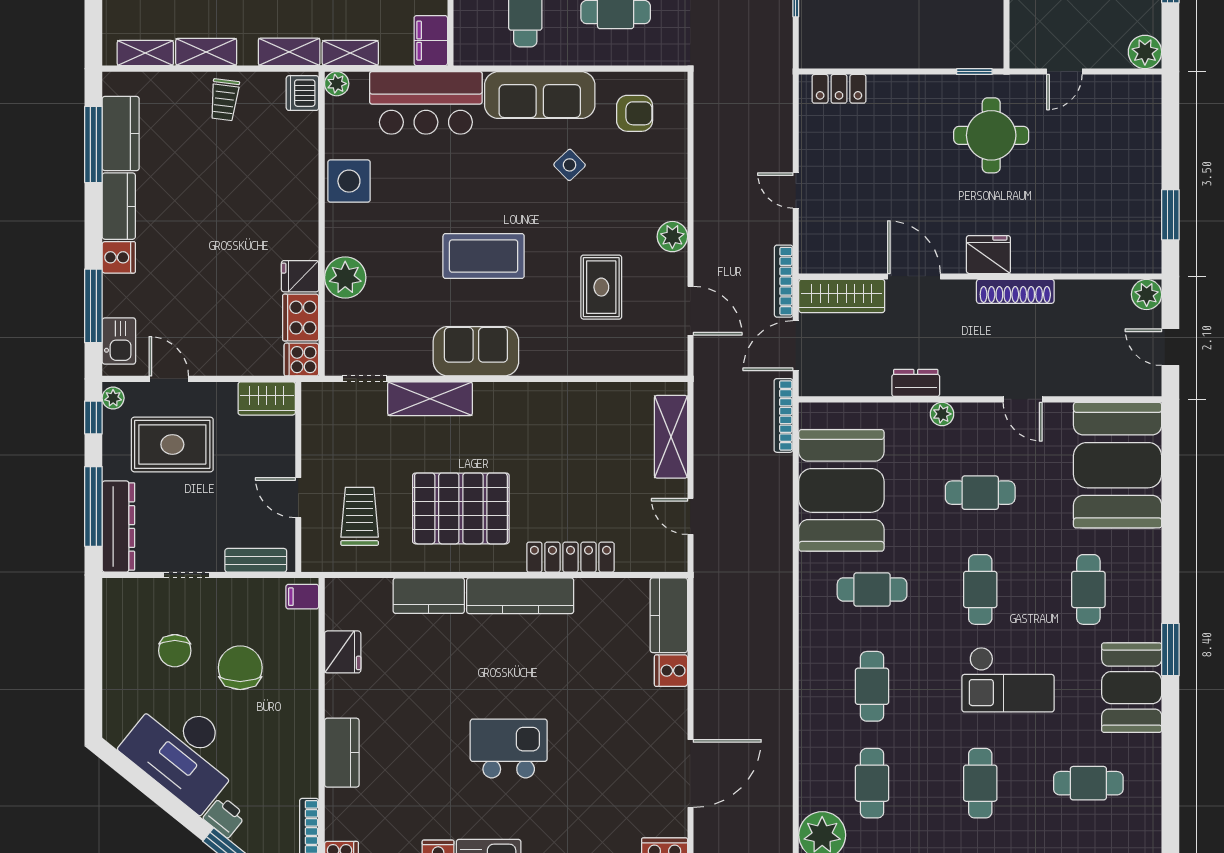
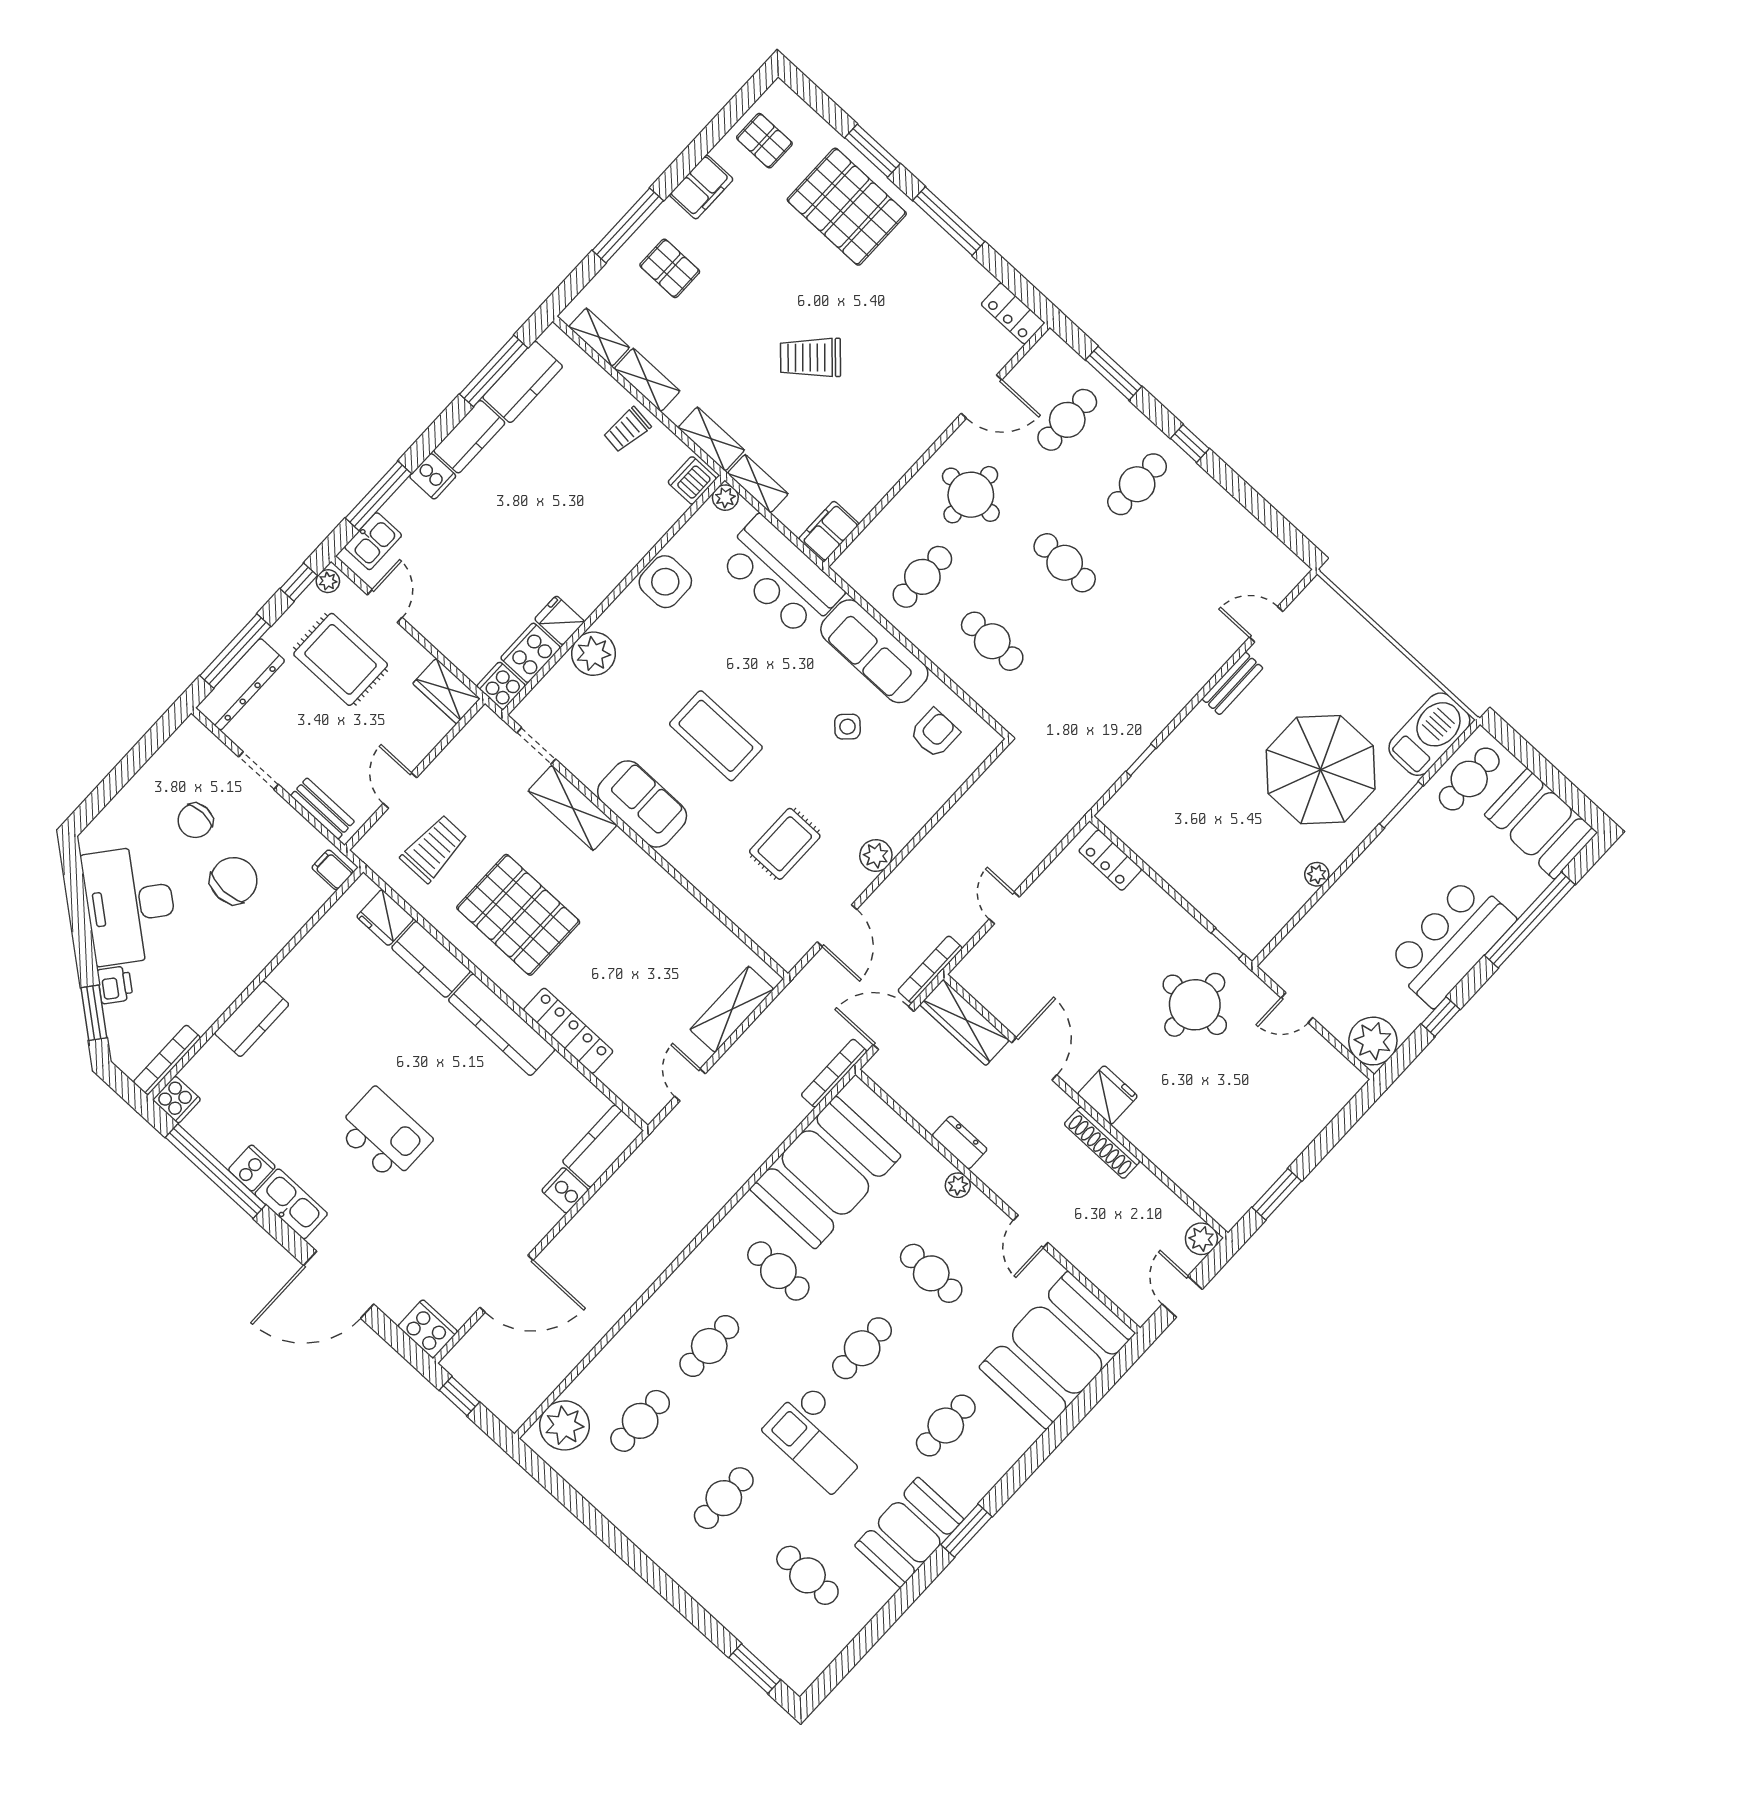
plant: (1145, 52) -> (1373, 1041), width x1.36, depth x1.36
armchair: (635, 113) -> (935, 733), turned -90
fridge: (343, 652) -> (385, 918), moved, turned 90

